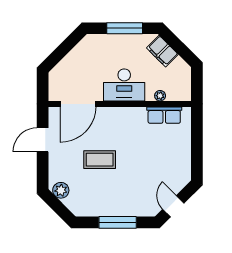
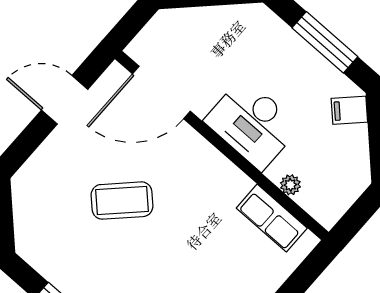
filing cabinet: (162, 51) -> (349, 110), width x0.50
coffee table: (100, 160) -> (122, 201), turned -45
plant: (61, 190) -> (27, 196), removed

